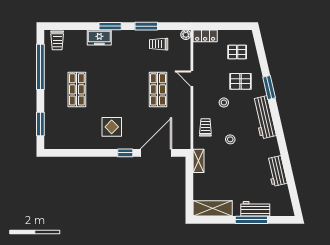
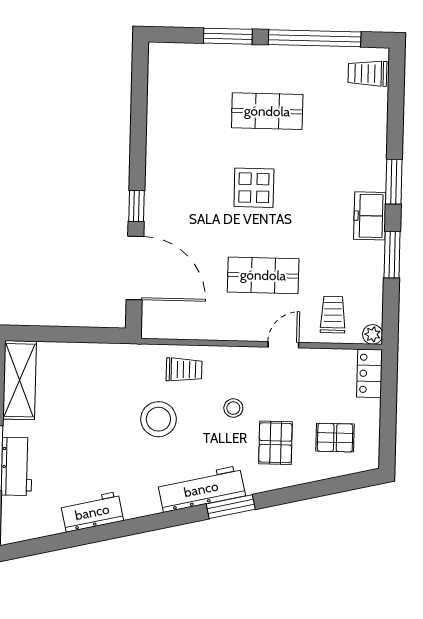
freezer: (99, 37) -> (370, 216), moved
trolley: (159, 44) -> (333, 315), moved
pallet: (237, 52) -> (335, 438), turned 90
window: (269, 88) -> (231, 507), moved
window: (40, 124) -> (228, 36), moved
display table: (112, 127) -> (254, 188), moved
stool: (230, 139) -> (158, 419), width x1.89, depth x1.89
shelving: (198, 161) -> (116, 354), removed

